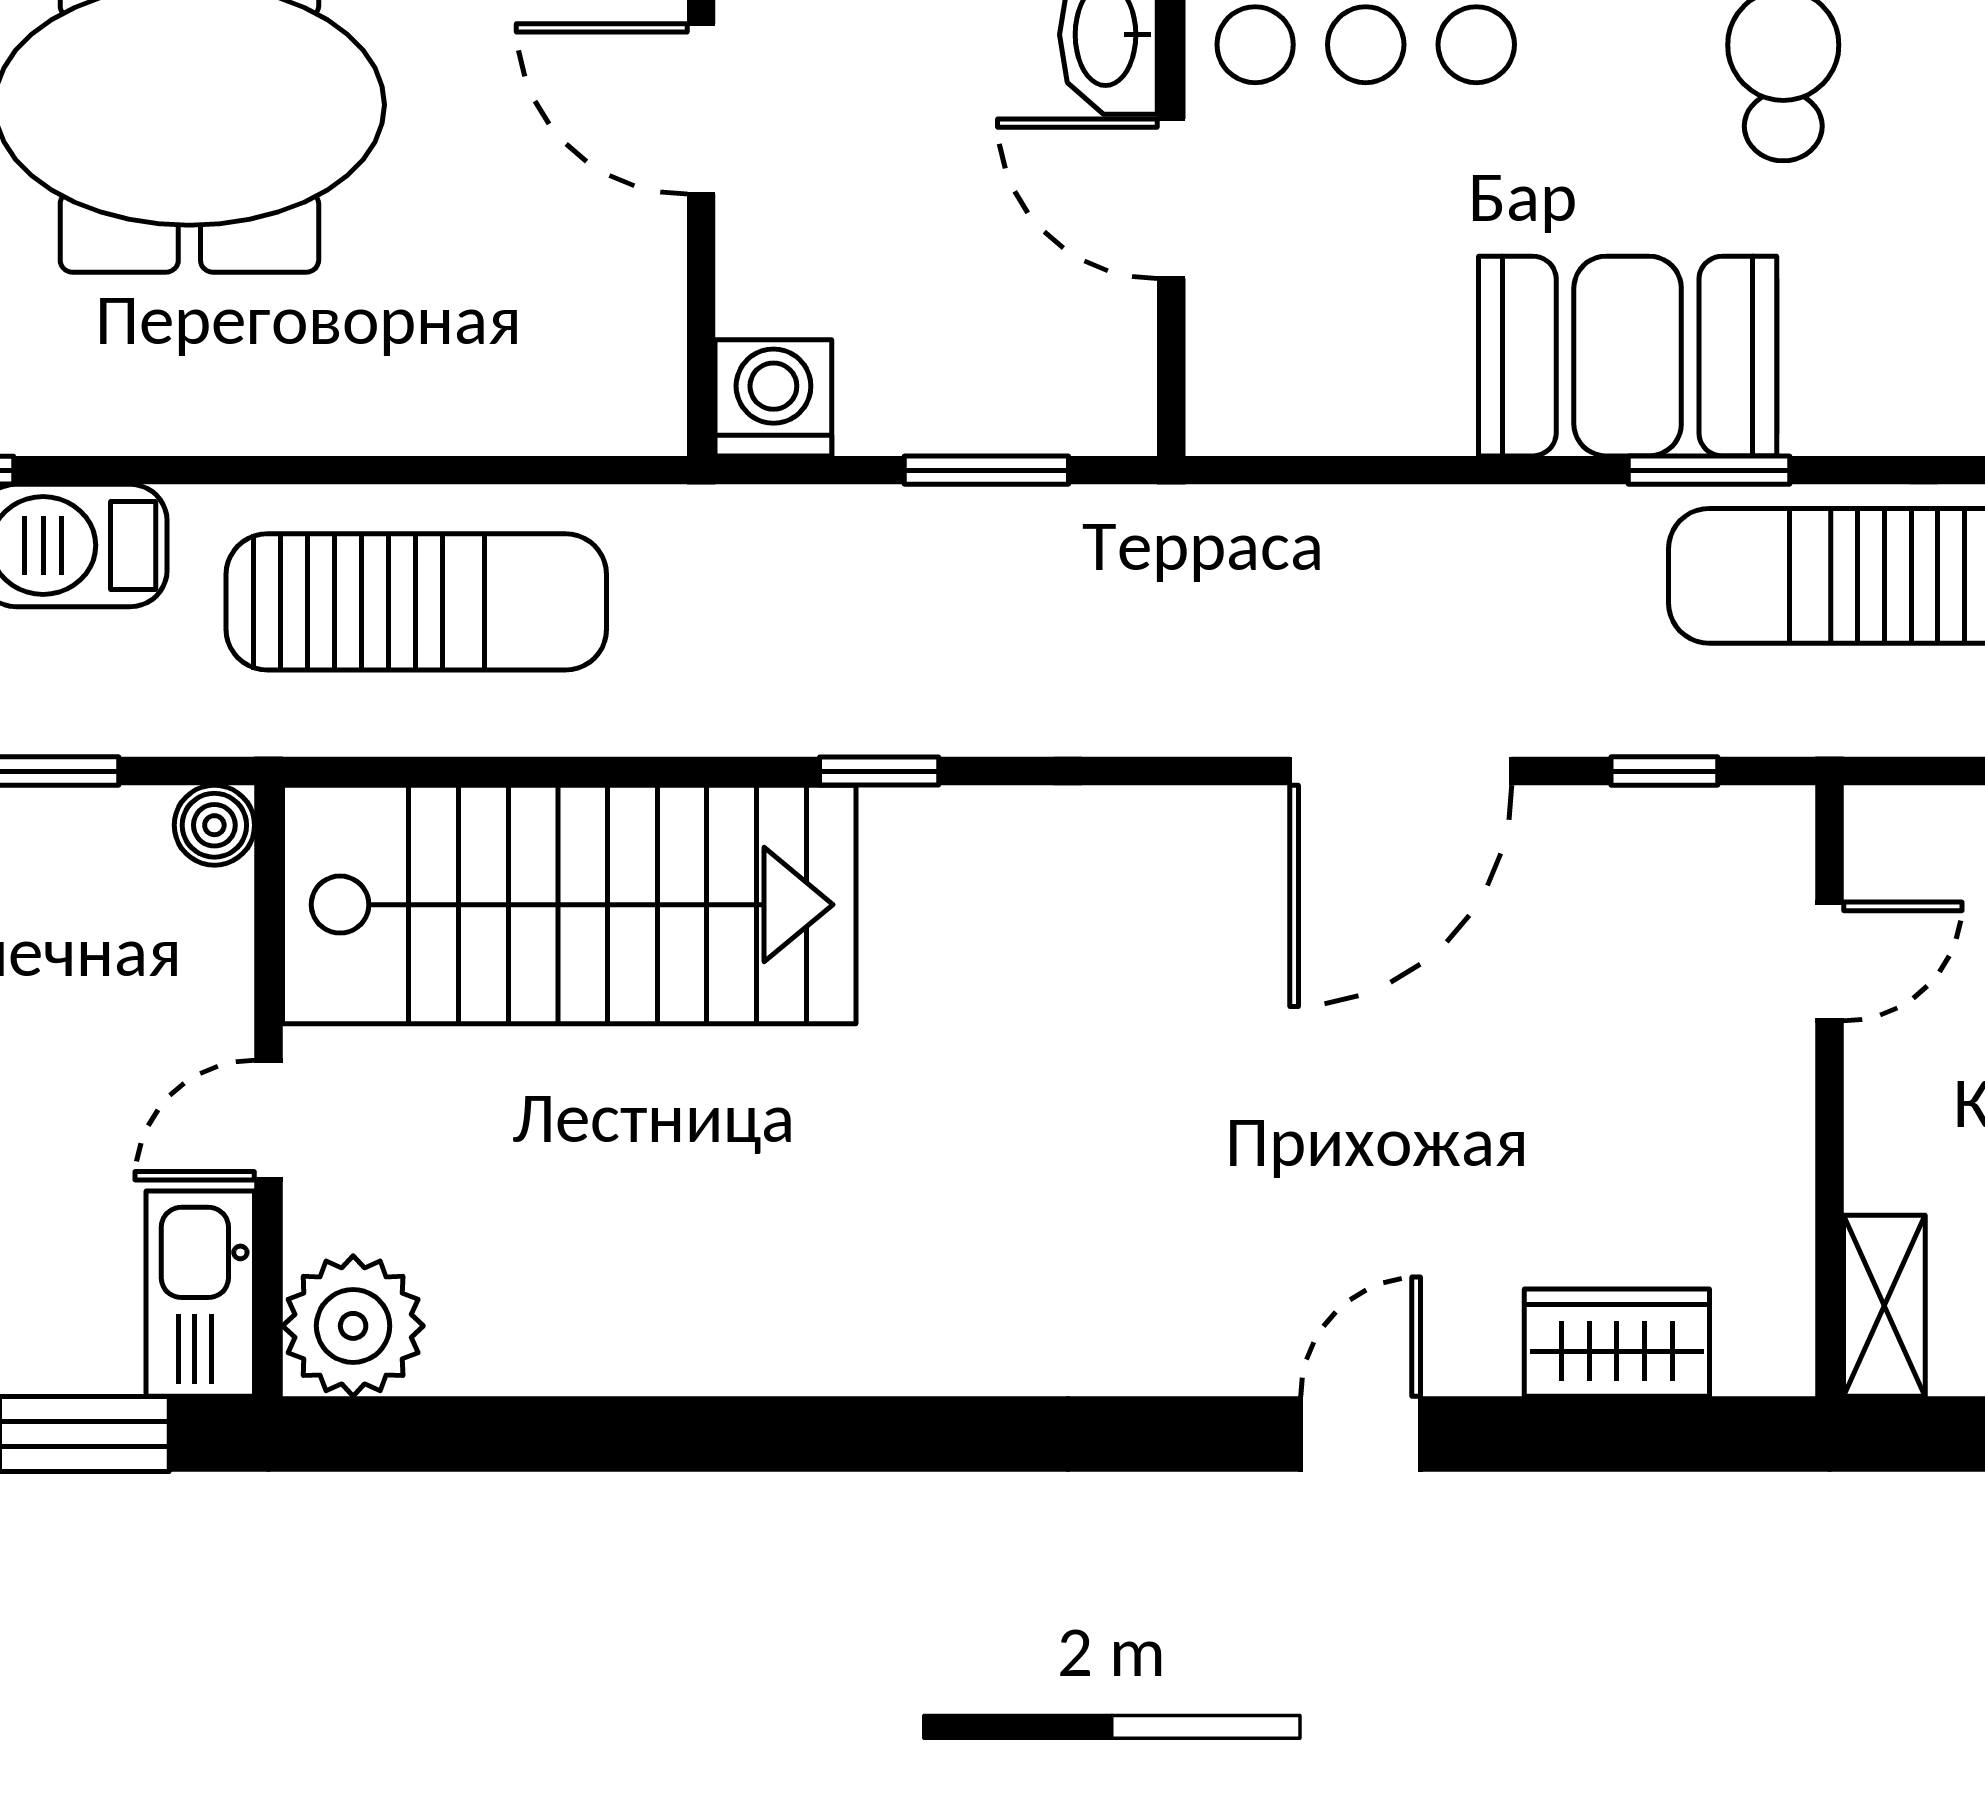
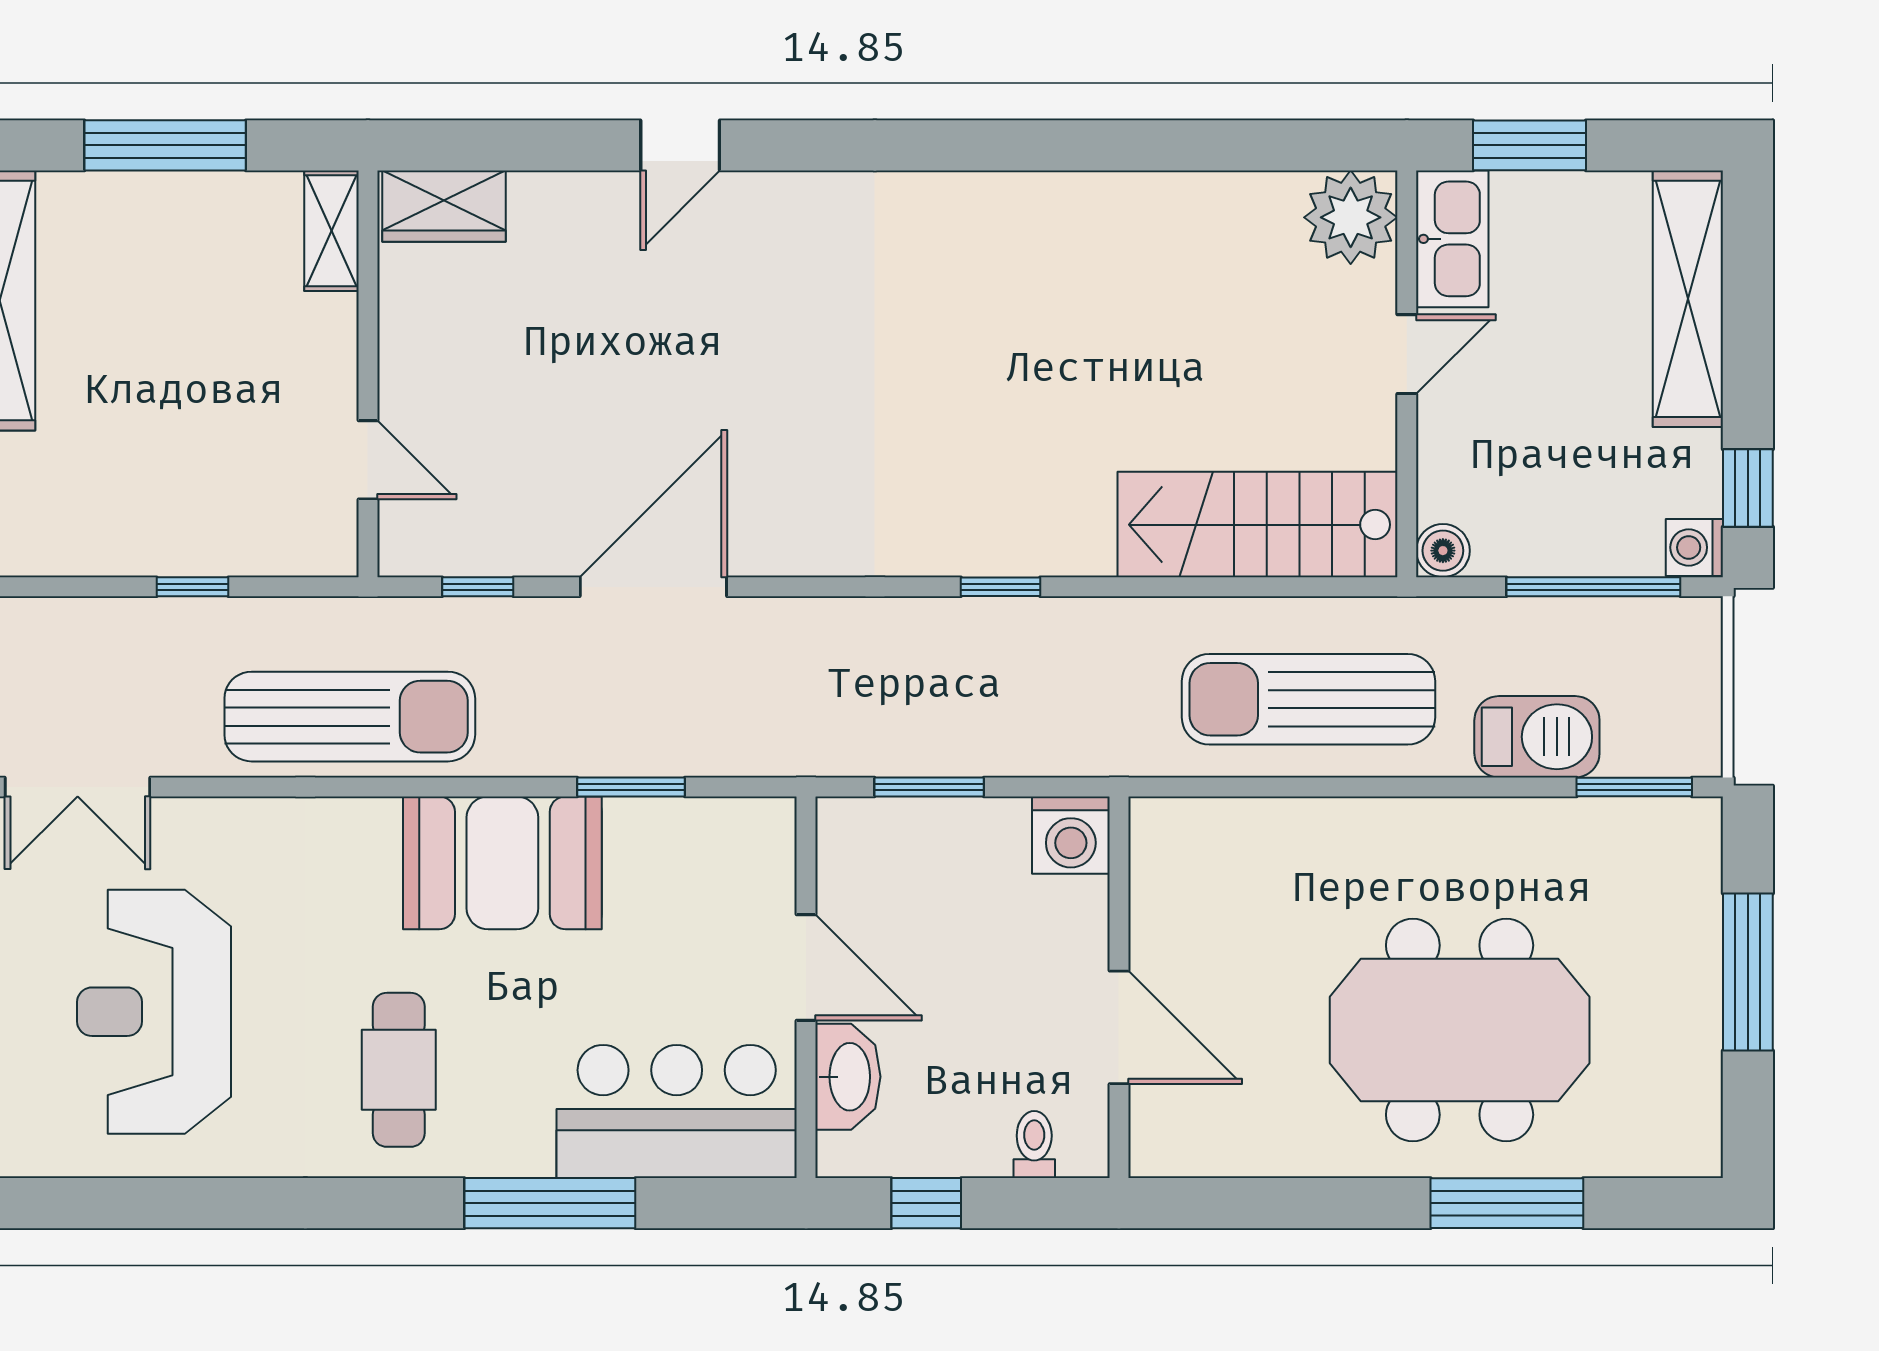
window: (1709, 470) -> (631, 787), moved
stairs: (569, 905) -> (1258, 525), width x0.73, depth x0.66
door: (1830, 961) -> (368, 460), swing flipped
wardrobe: (1617, 1343) -> (444, 206), moved

